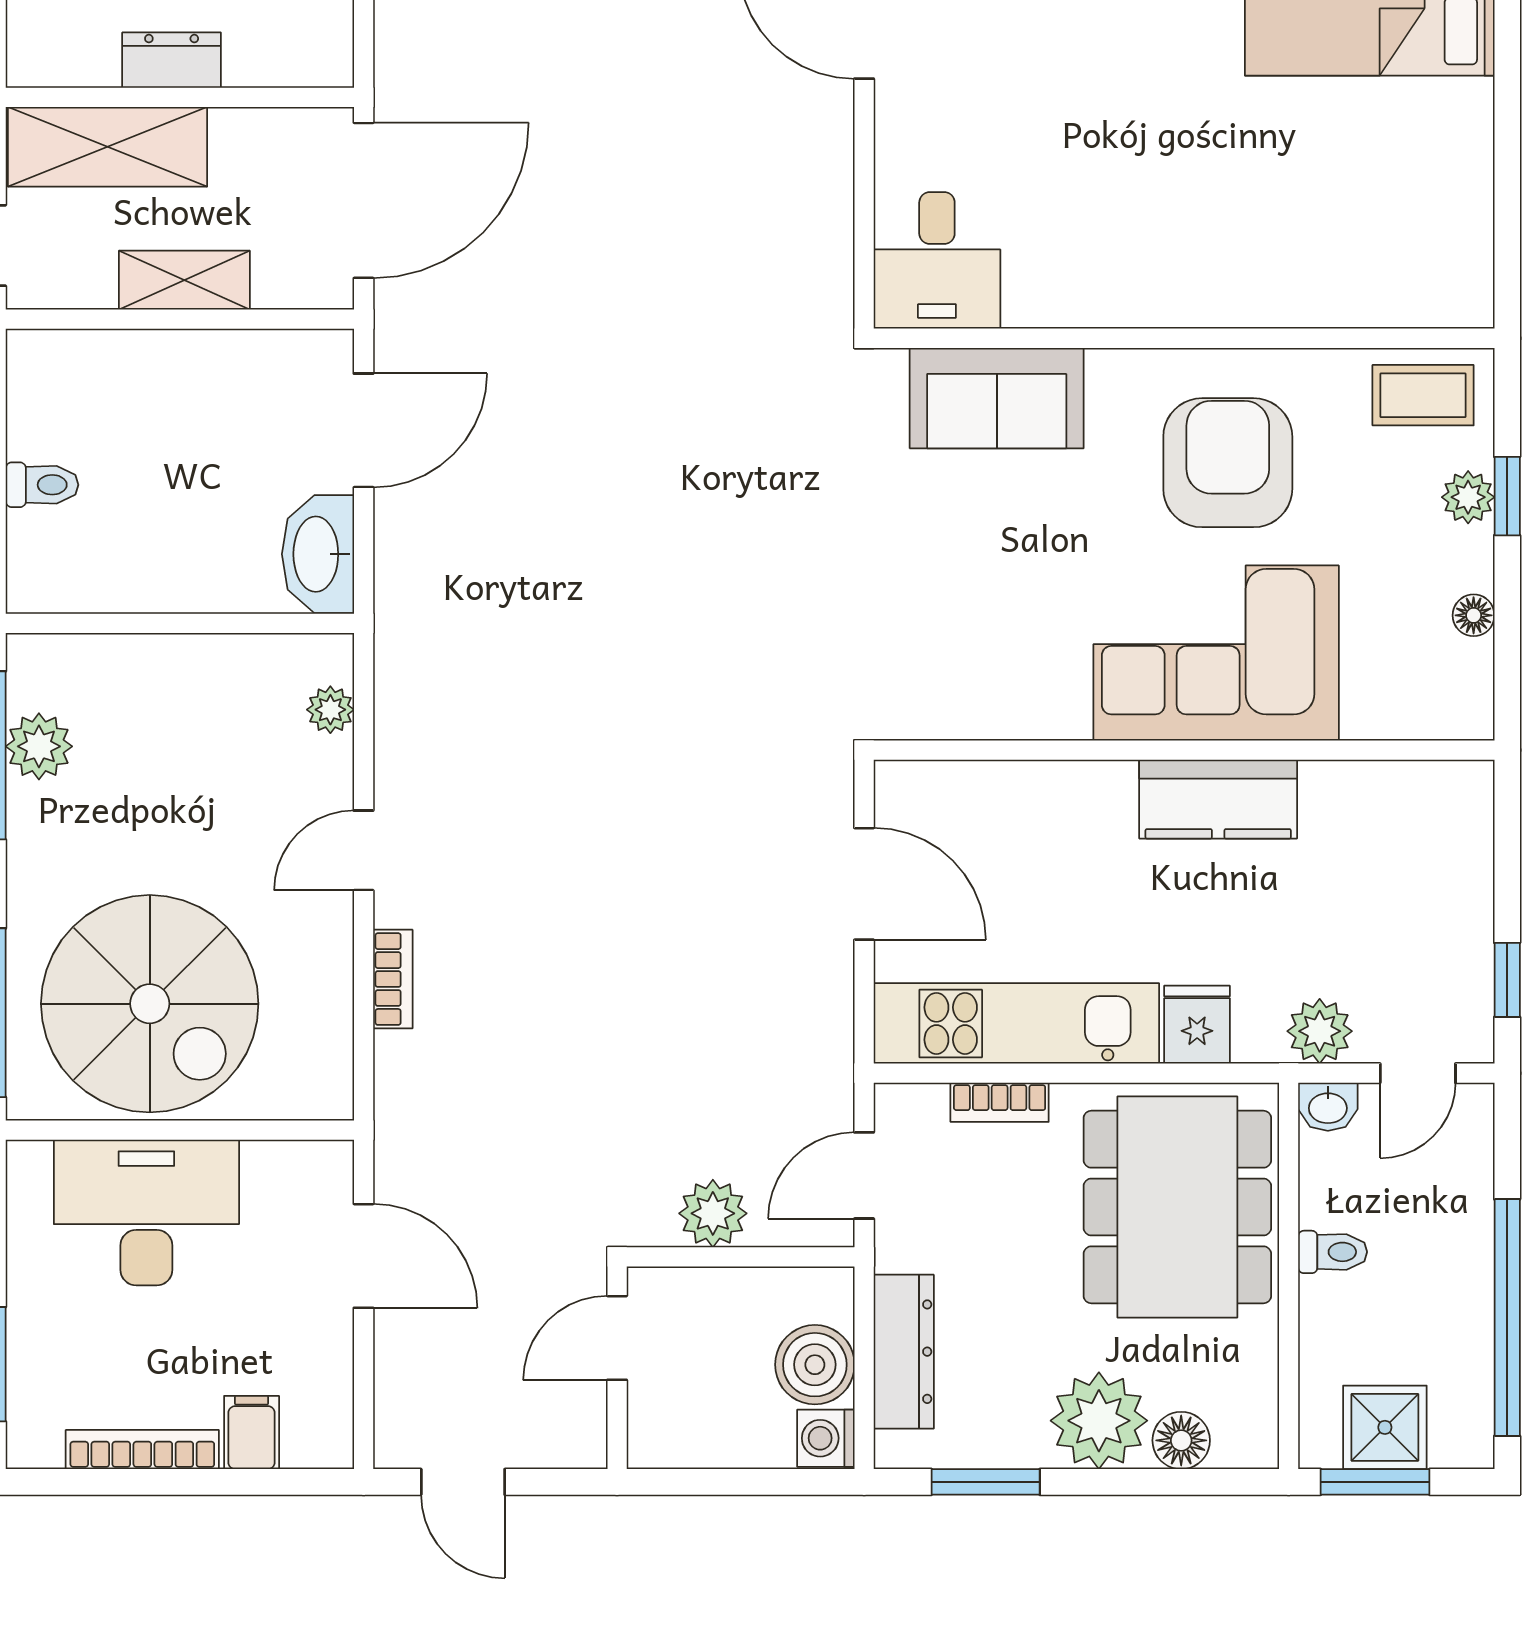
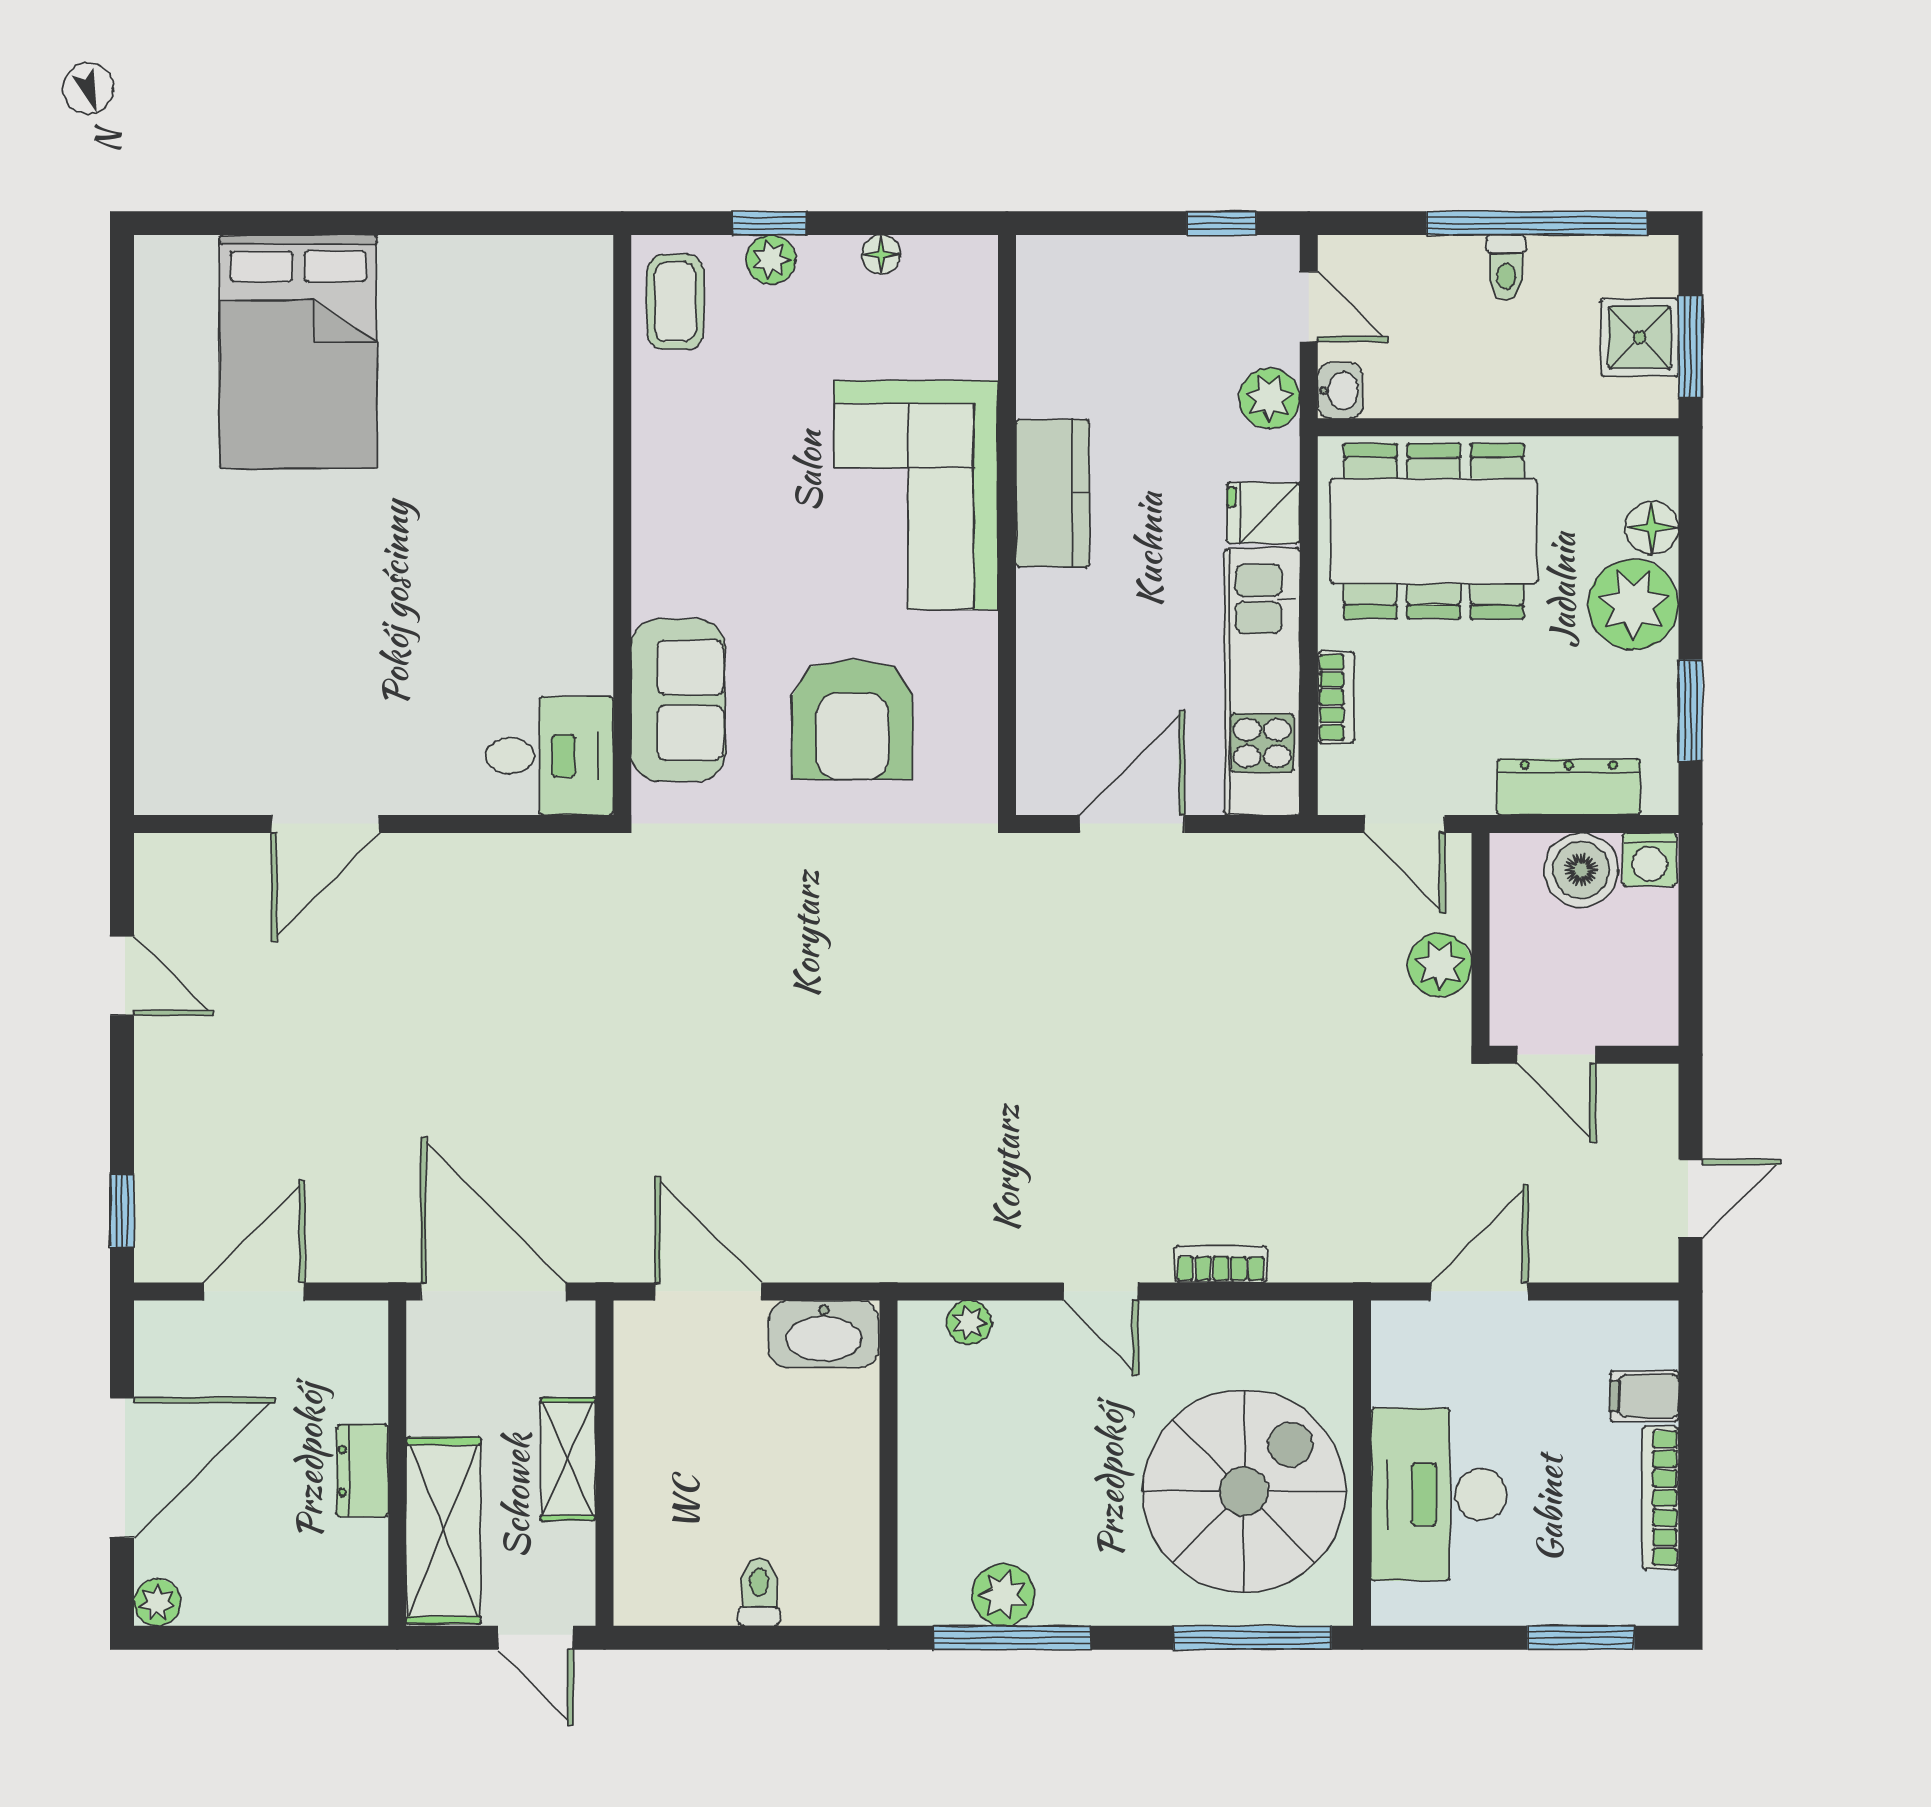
armchair: (1228, 463) -> (853, 720), moved, turned -90
toilet: (1333, 1252) -> (1506, 267), moved, turned 180

